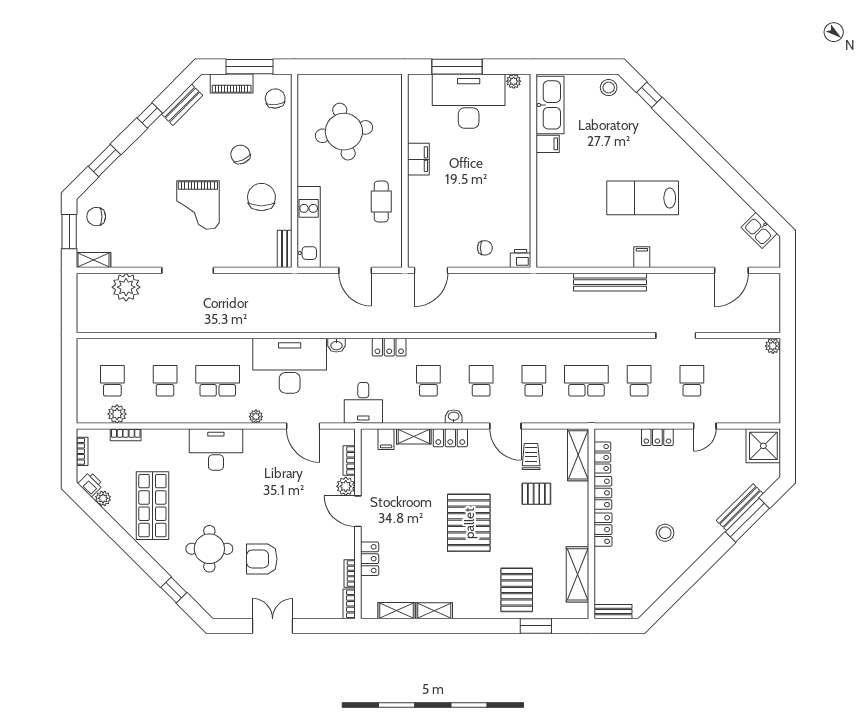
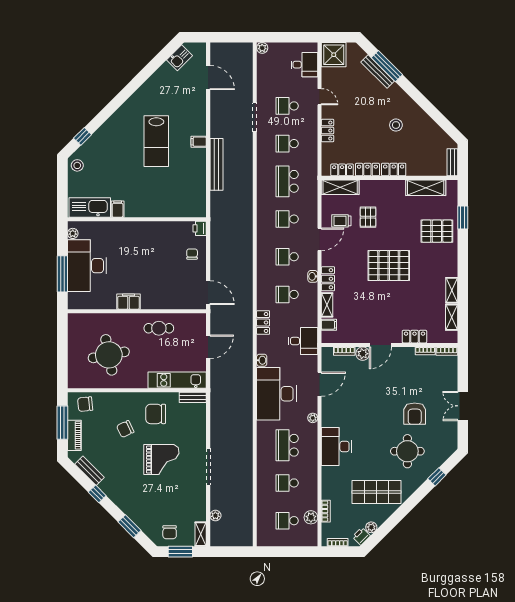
plant: (126, 287) -> (215, 516), width x0.53, depth x0.53
desk: (749, 405) -> (304, 65), added

